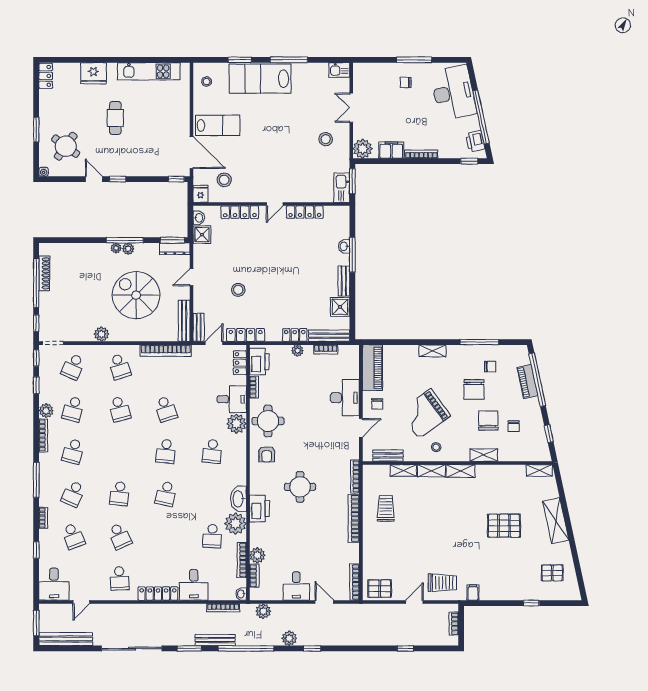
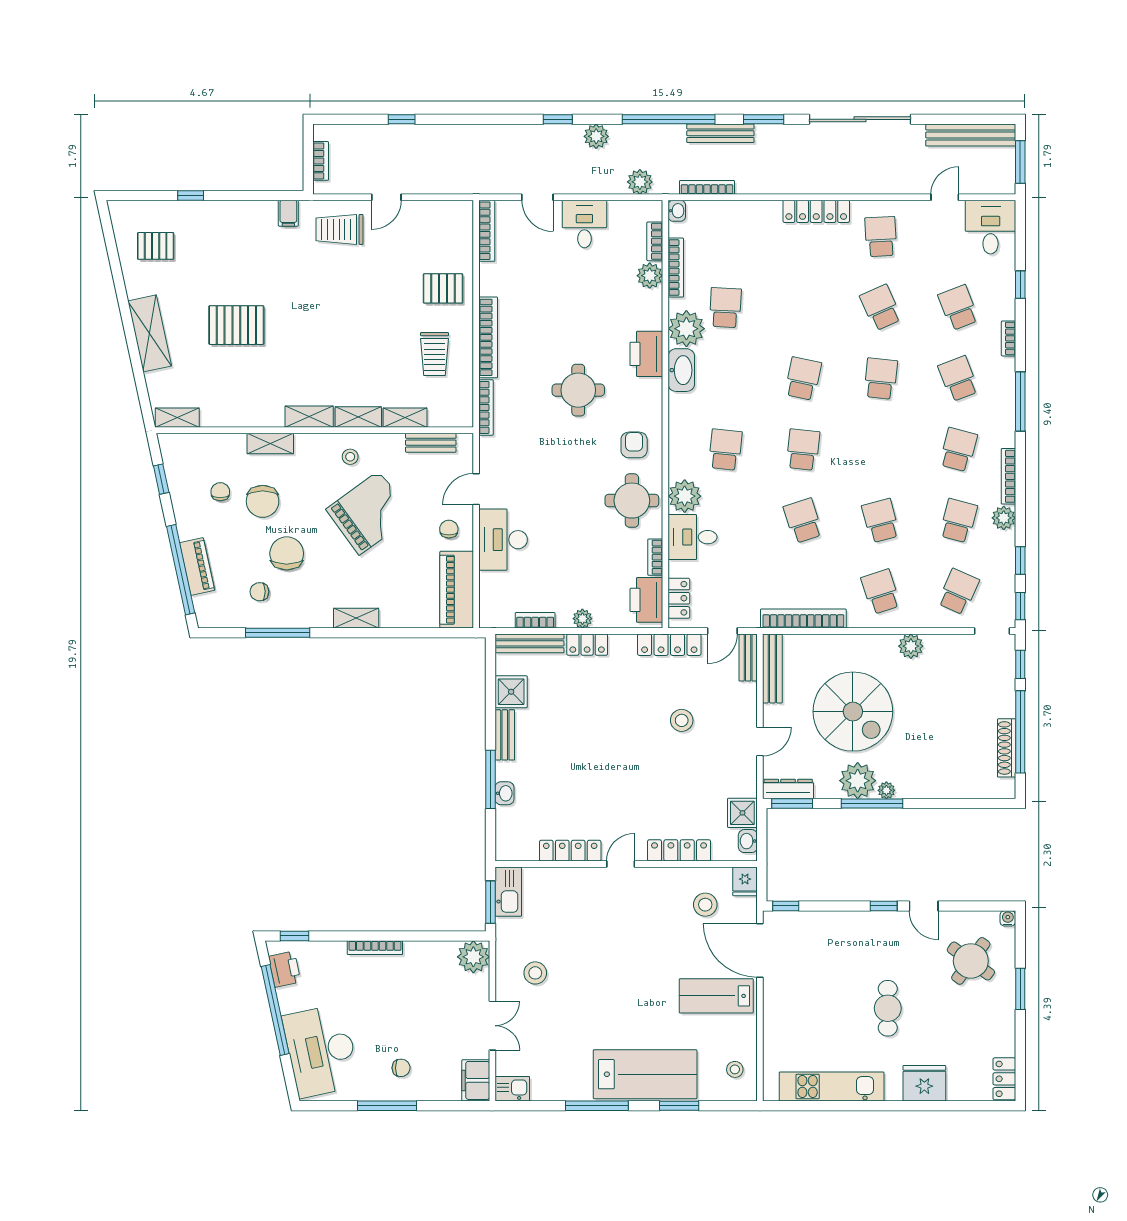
filing cabinet: (391, 150) -> (476, 1080), moved, turned 90
plant: (128, 249) -> (858, 781), width x1.88, depth x1.88
school desk: (73, 494) -> (958, 379), turned -45
desk: (194, 585) -> (756, 226), removed
pallet: (380, 589) -> (443, 288), moved

